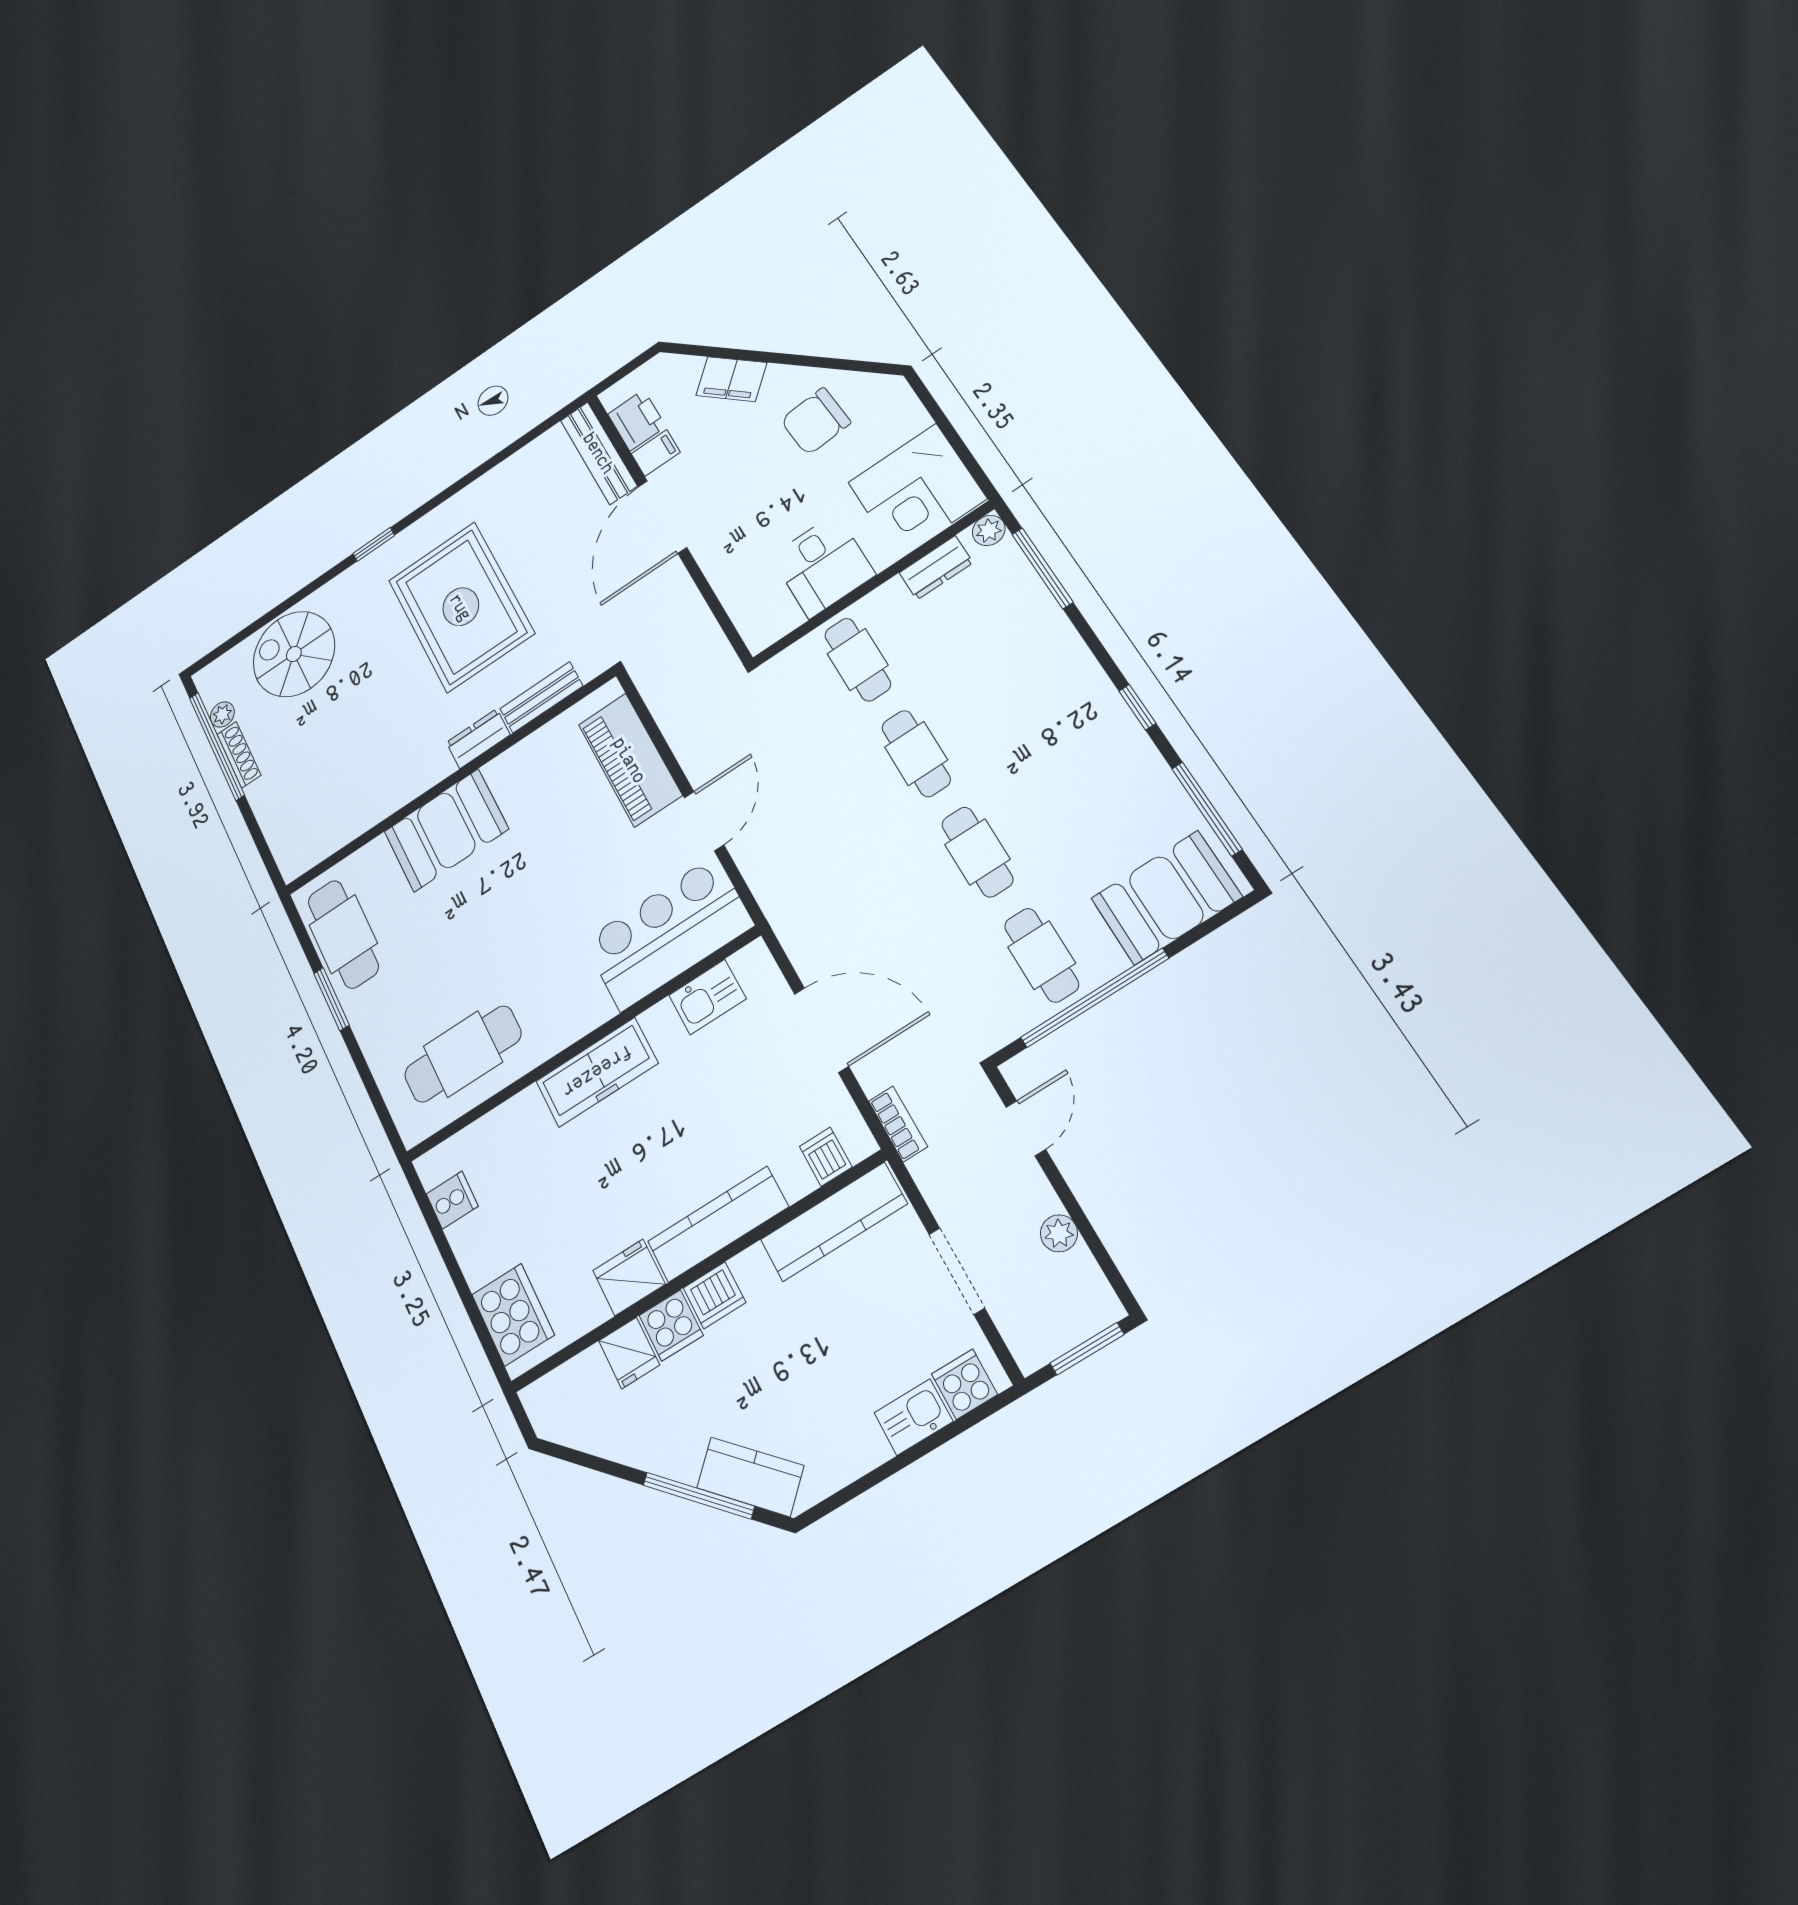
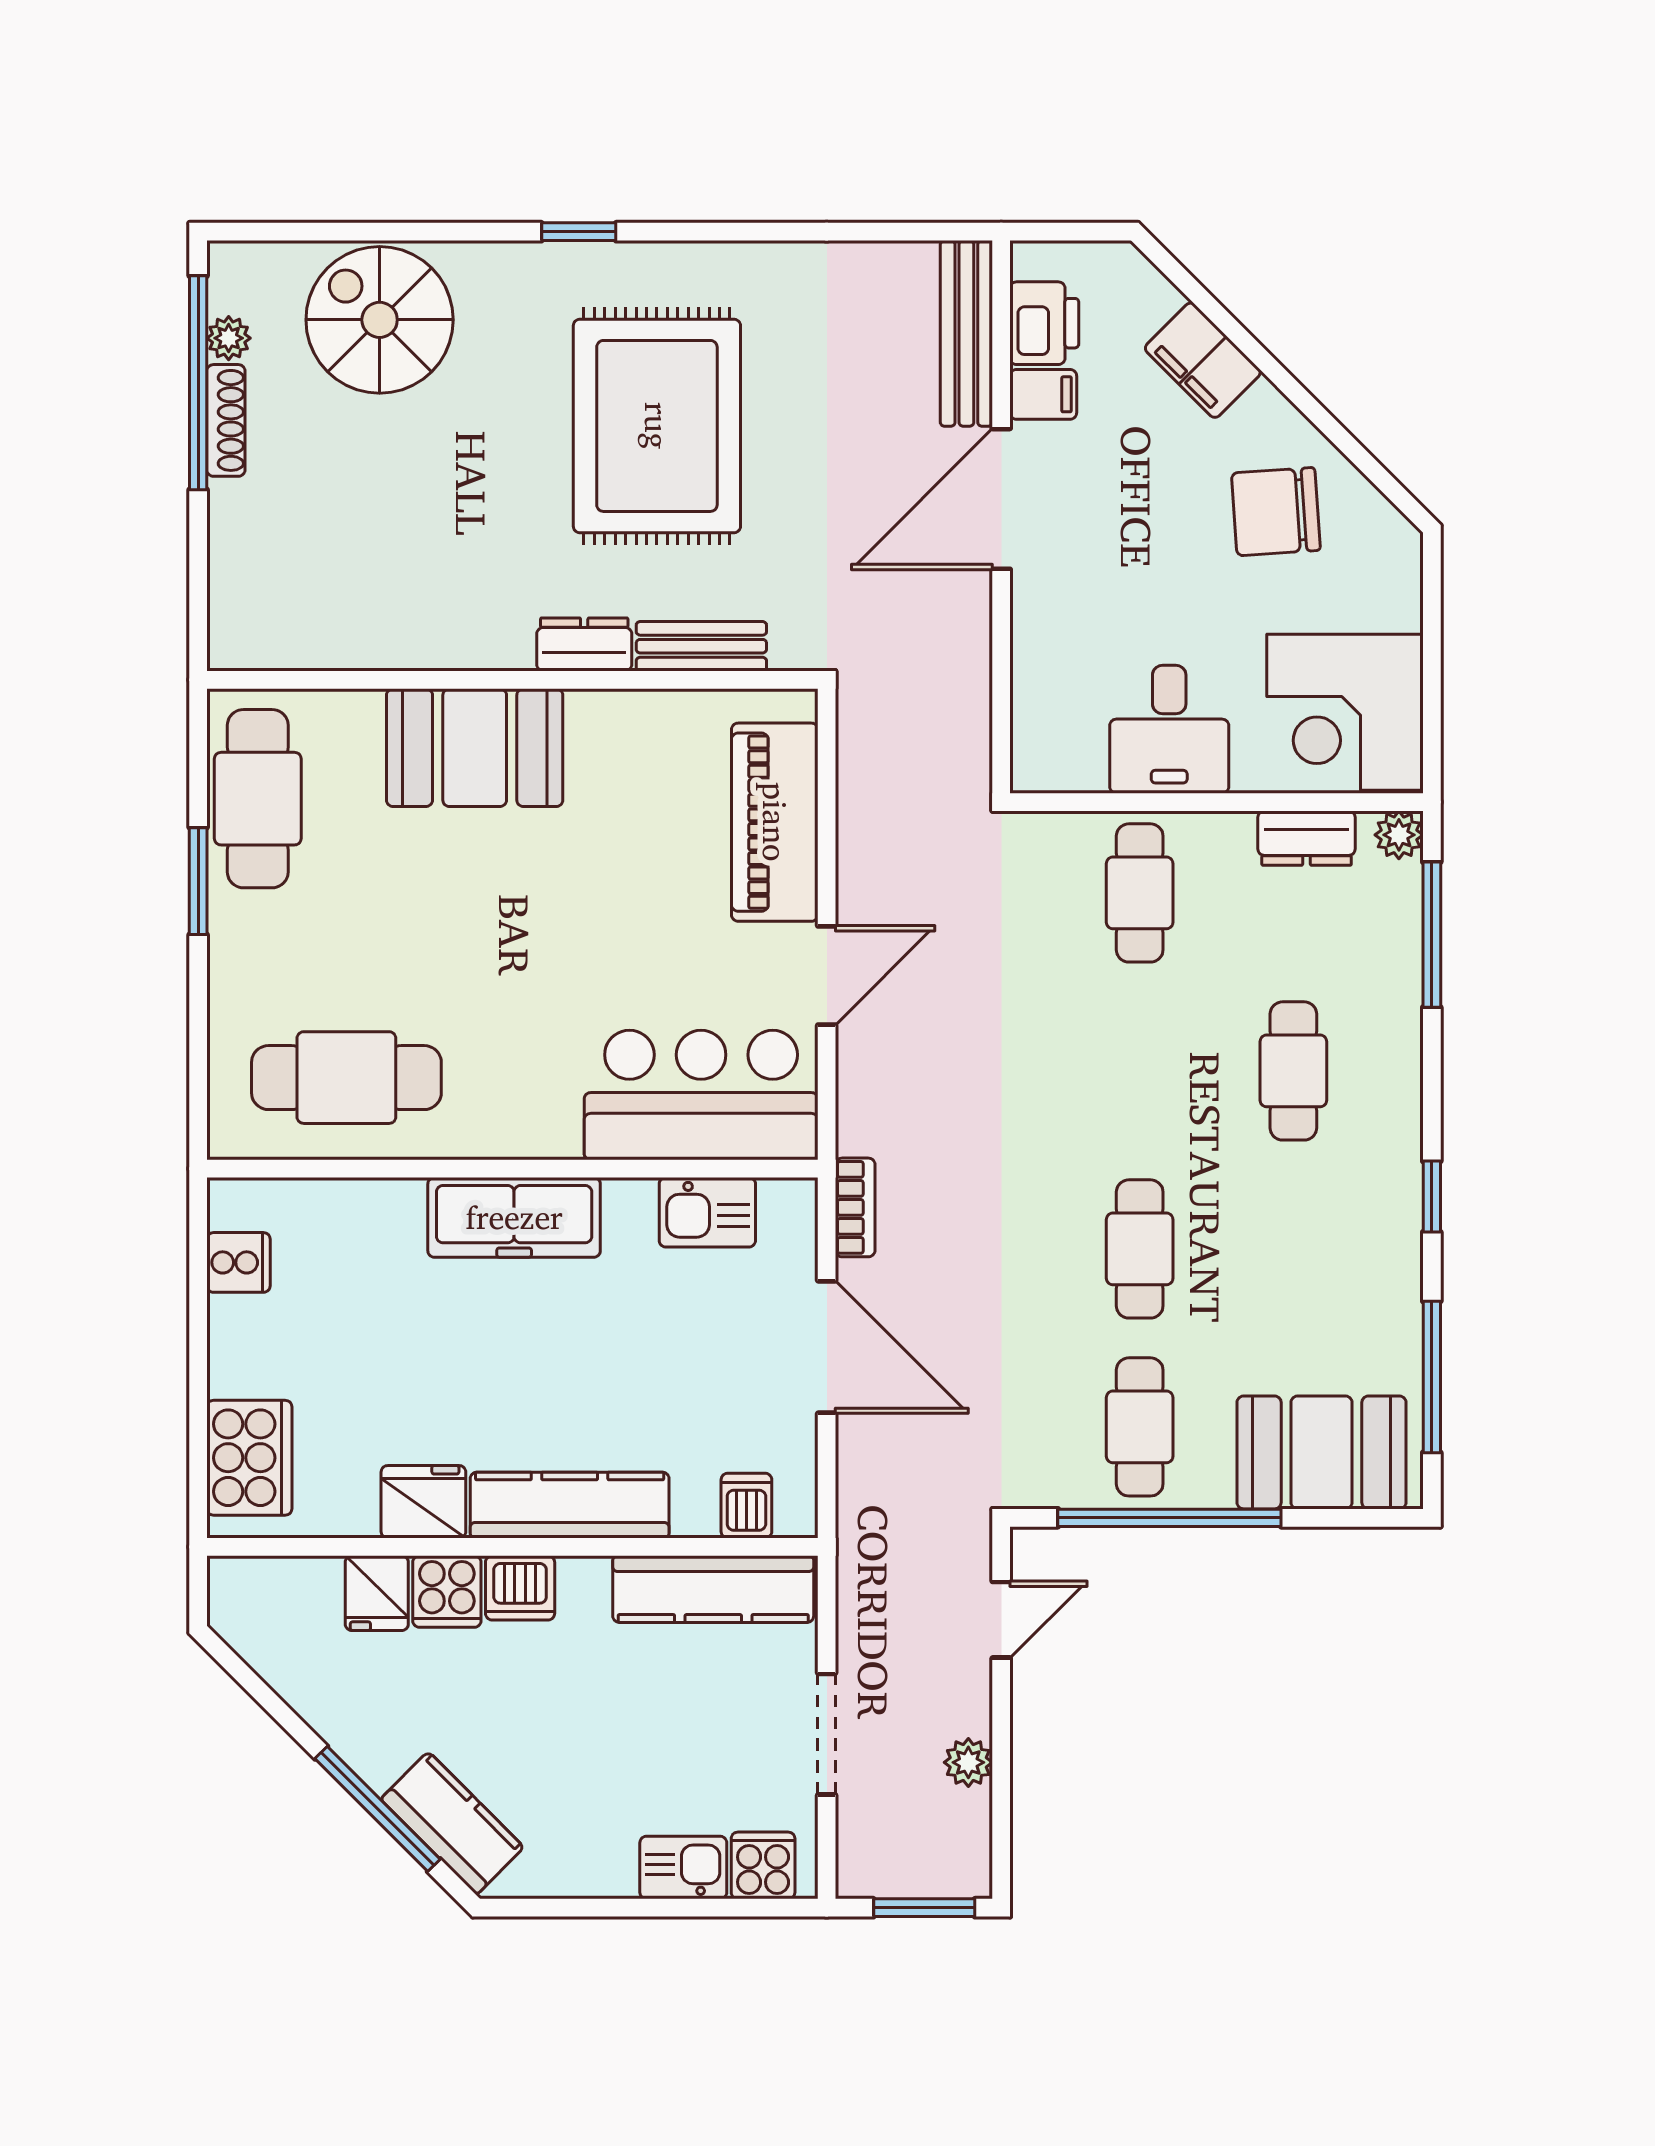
cafe table: (916, 753) -> (1293, 1071), moved
bookcase: (898, 1124) -> (855, 1207), moved

